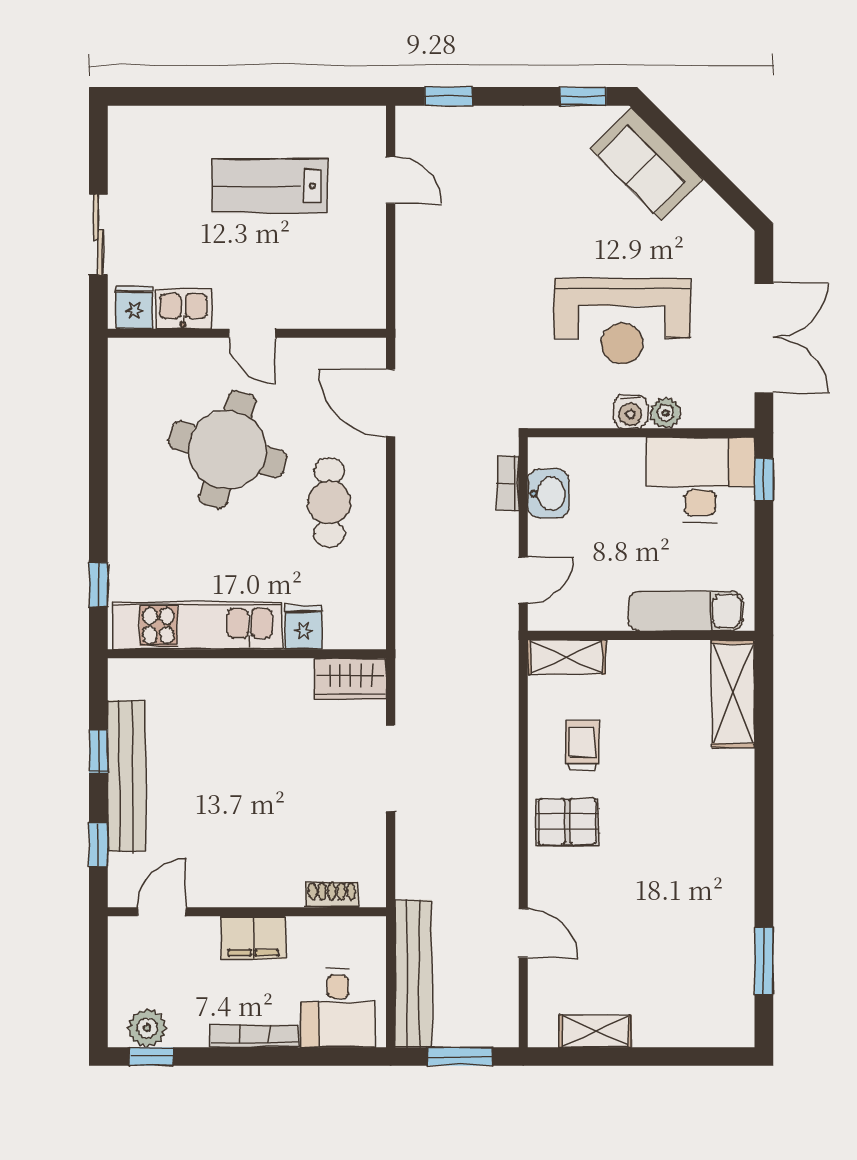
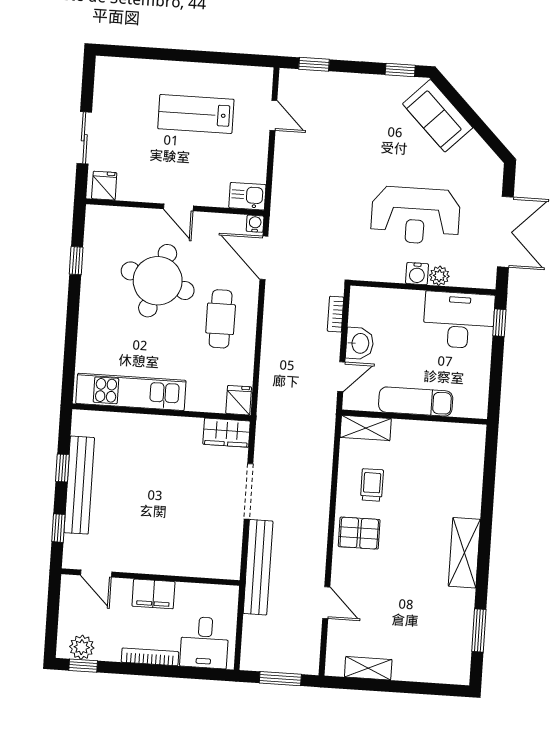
kitchen sink: (183, 309) -> (247, 196), moved
water cooler: (373, 351) -> (255, 224), added
washbasin: (548, 494) -> (360, 343), moved
window: (98, 585) -> (76, 261), moved
exam couch: (685, 611) -> (416, 402), moved
fridge: (303, 627) -> (239, 400), moved
shelving: (733, 694) -> (464, 553), moved
shoe rack: (332, 895) -> (205, 570), removed
door: (162, 912) -> (96, 573), swing flipped
bench: (413, 974) -> (258, 567), moved

